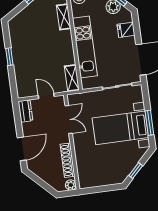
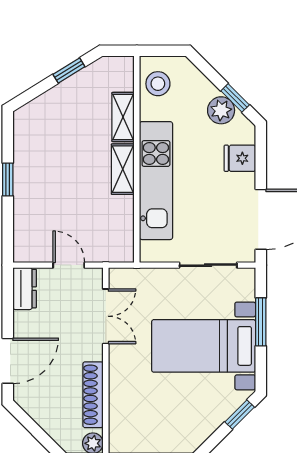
shelving: (72, 78) -> (123, 169), moved
window: (149, 123) -> (261, 322), moved
window: (136, 171) -> (240, 415), moved

